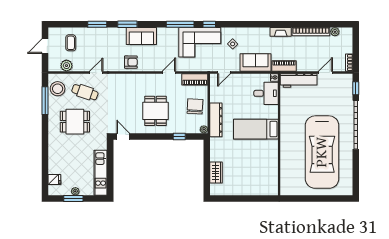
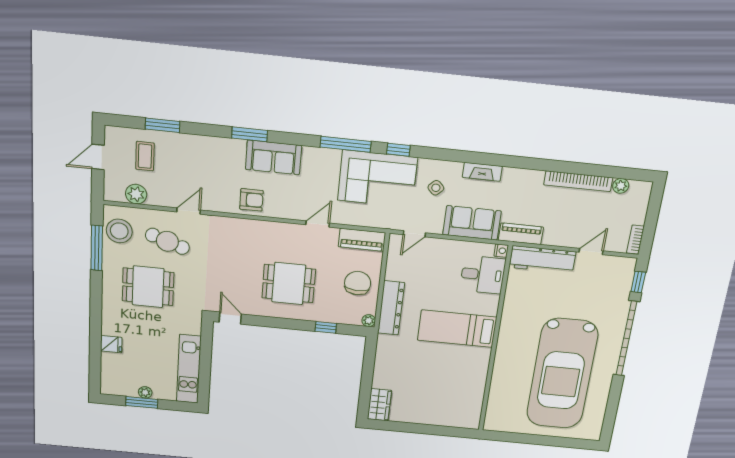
window: (97, 24) -> (162, 125), moved
fireplace: (281, 32) -> (482, 172), moved
dining table: (156, 111) -> (289, 284), turned 90
wardrobe: (216, 172) -> (379, 405), moved
fridge: (54, 179) -> (111, 344), moved

